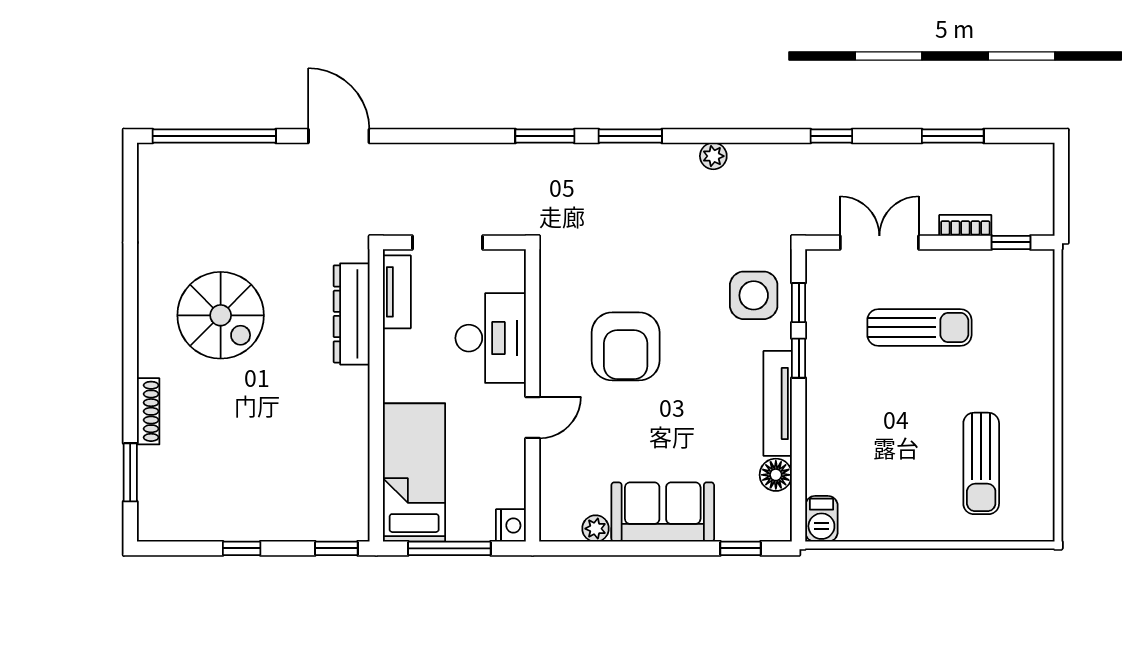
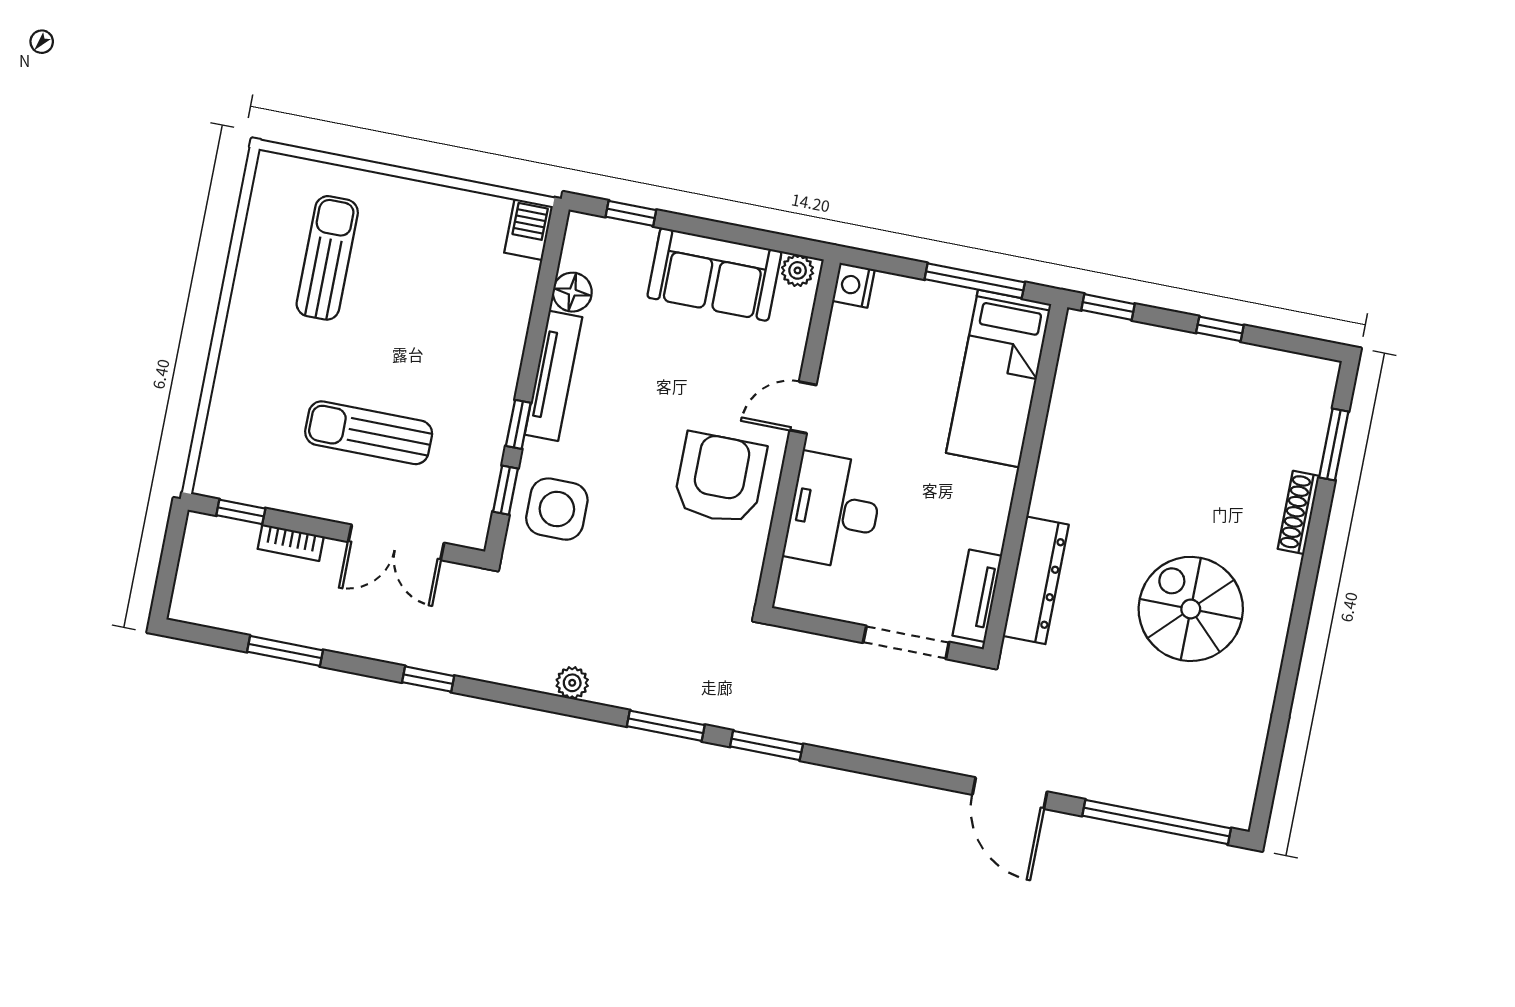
desk: (491, 338) -> (834, 511), moved
wall: (533, 395) -> (798, 434), moved
door: (533, 418) -> (803, 408), moved
nightstand: (511, 525) -> (853, 285), moved

